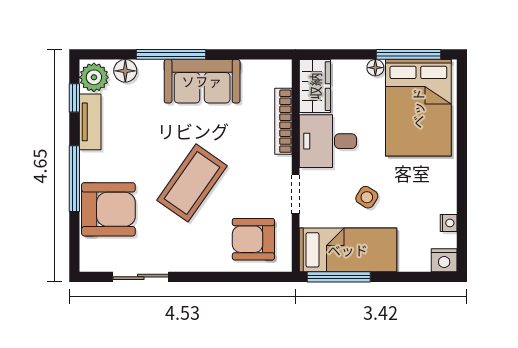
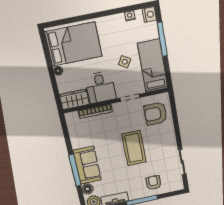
window: (409, 54) -> (47, 55), removed
sofa: (202, 81) -> (87, 165), moved
coffee table: (192, 183) -> (134, 148), turned 55
armchair: (108, 209) -> (153, 183), width x0.53, depth x0.53
armchair: (253, 239) -> (156, 114), turned 90
window: (339, 277) -> (162, 39), moved

